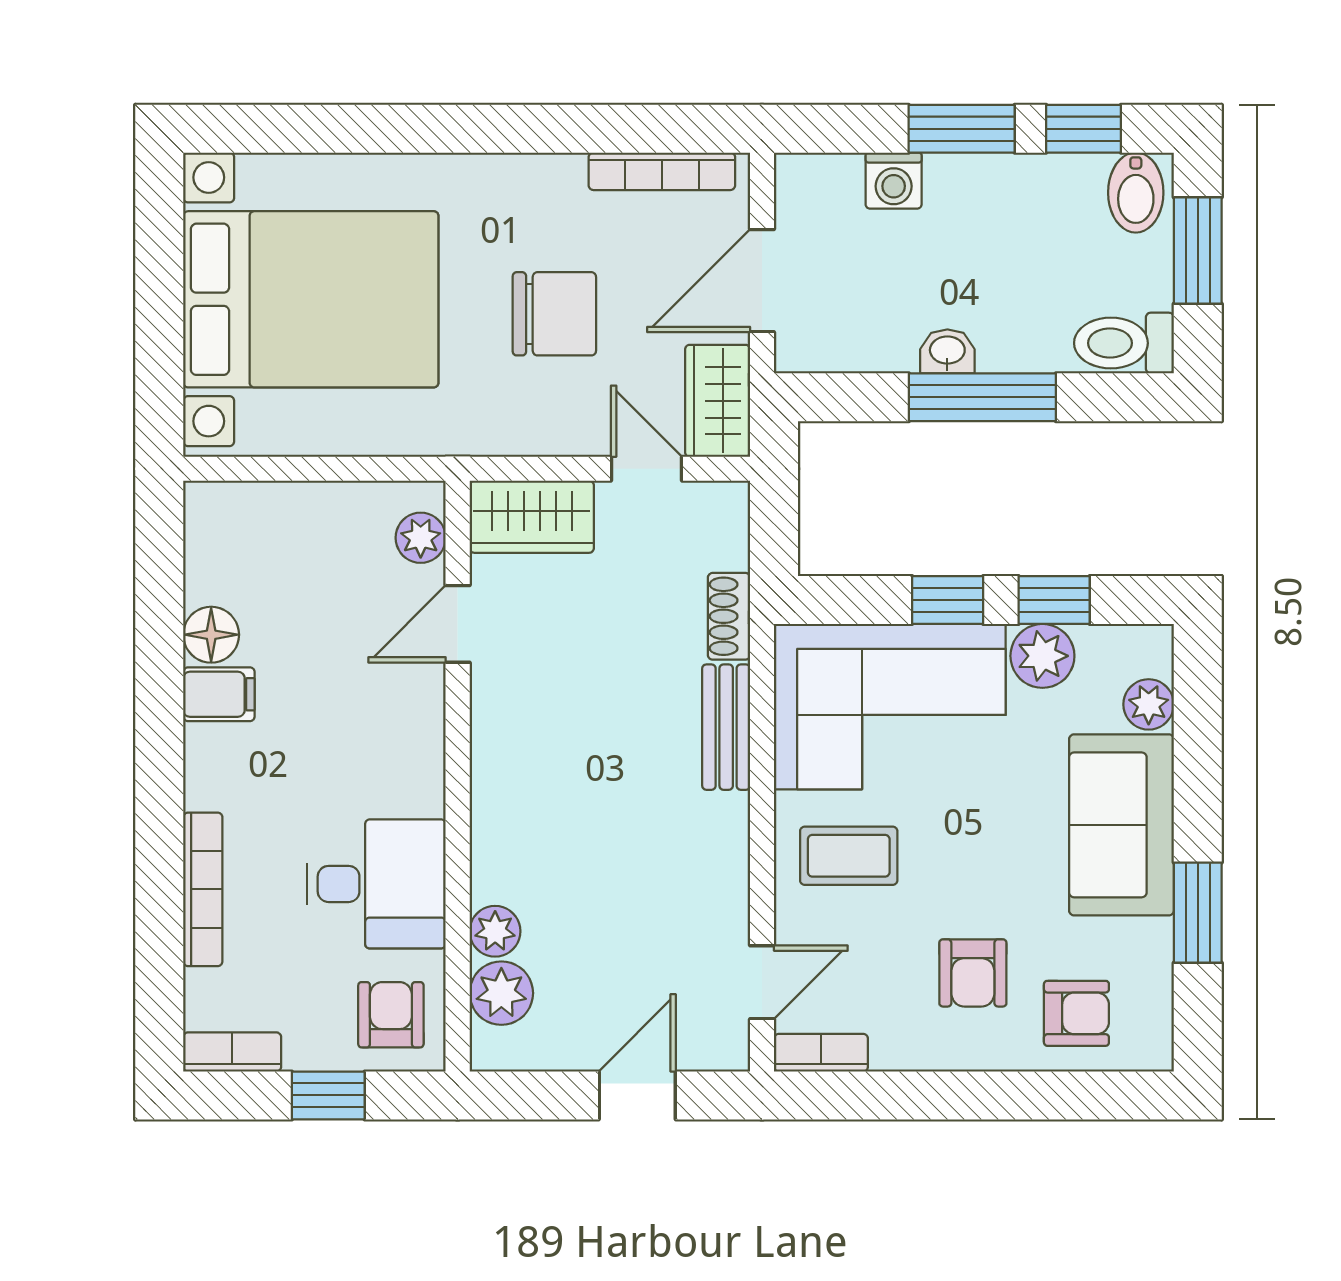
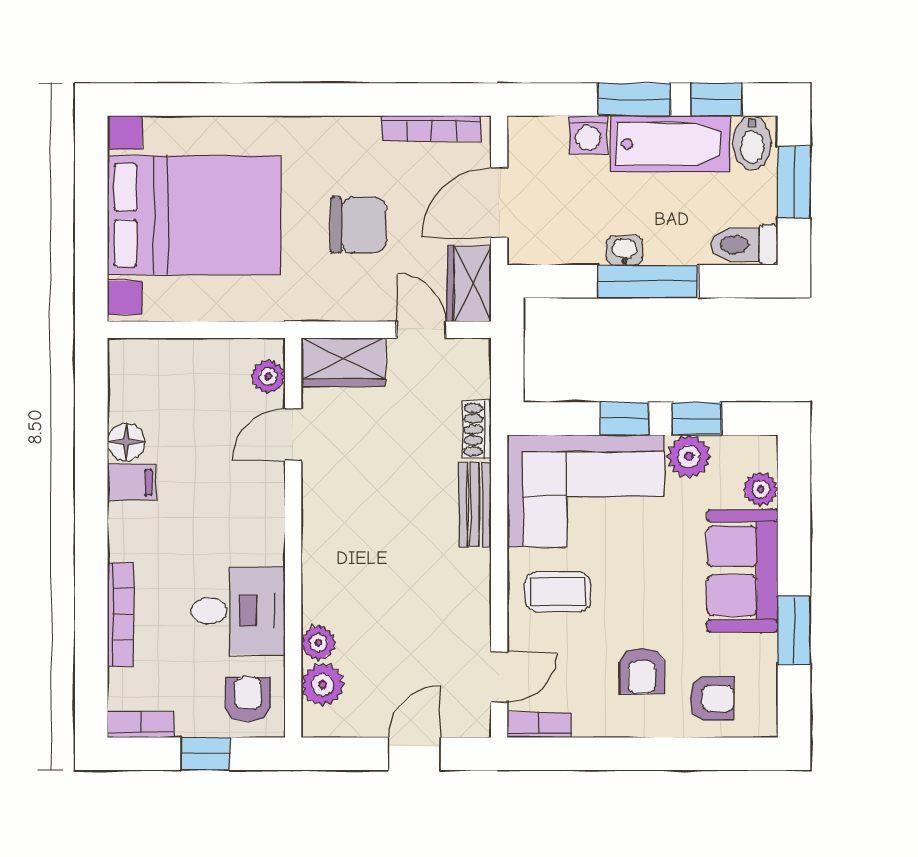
bathtub: (1015, 194) -> (670, 144), added

